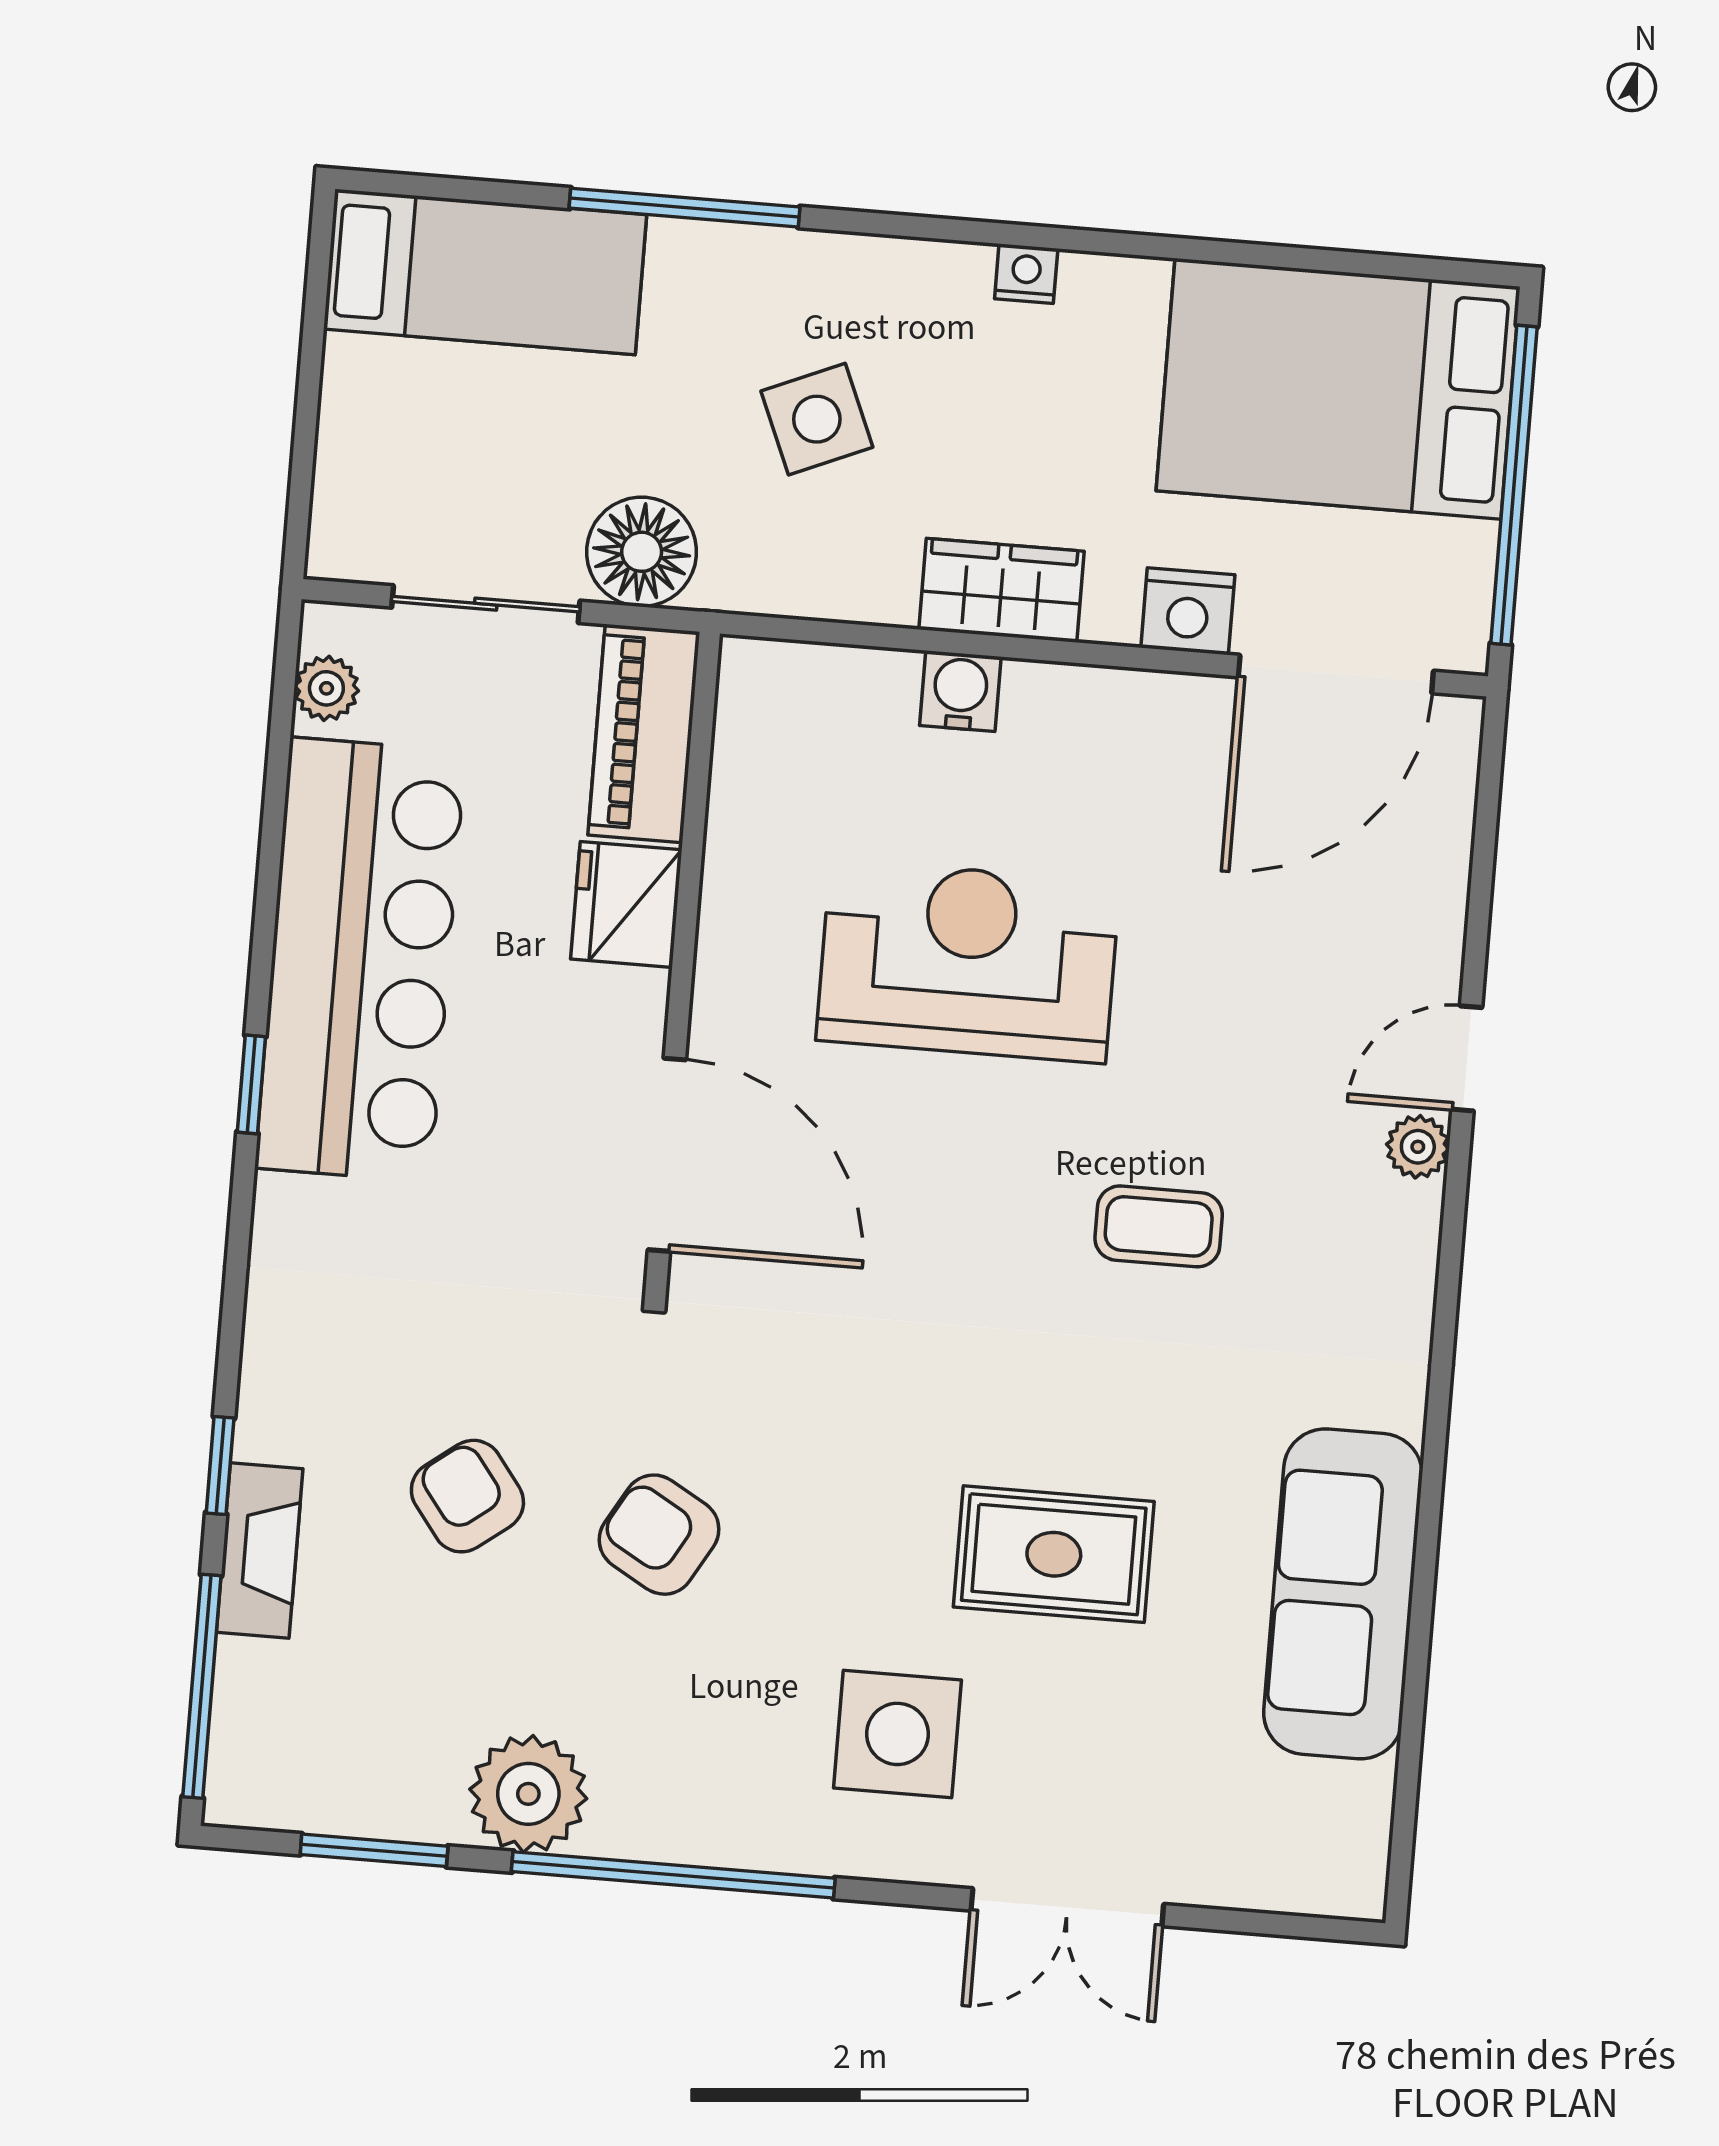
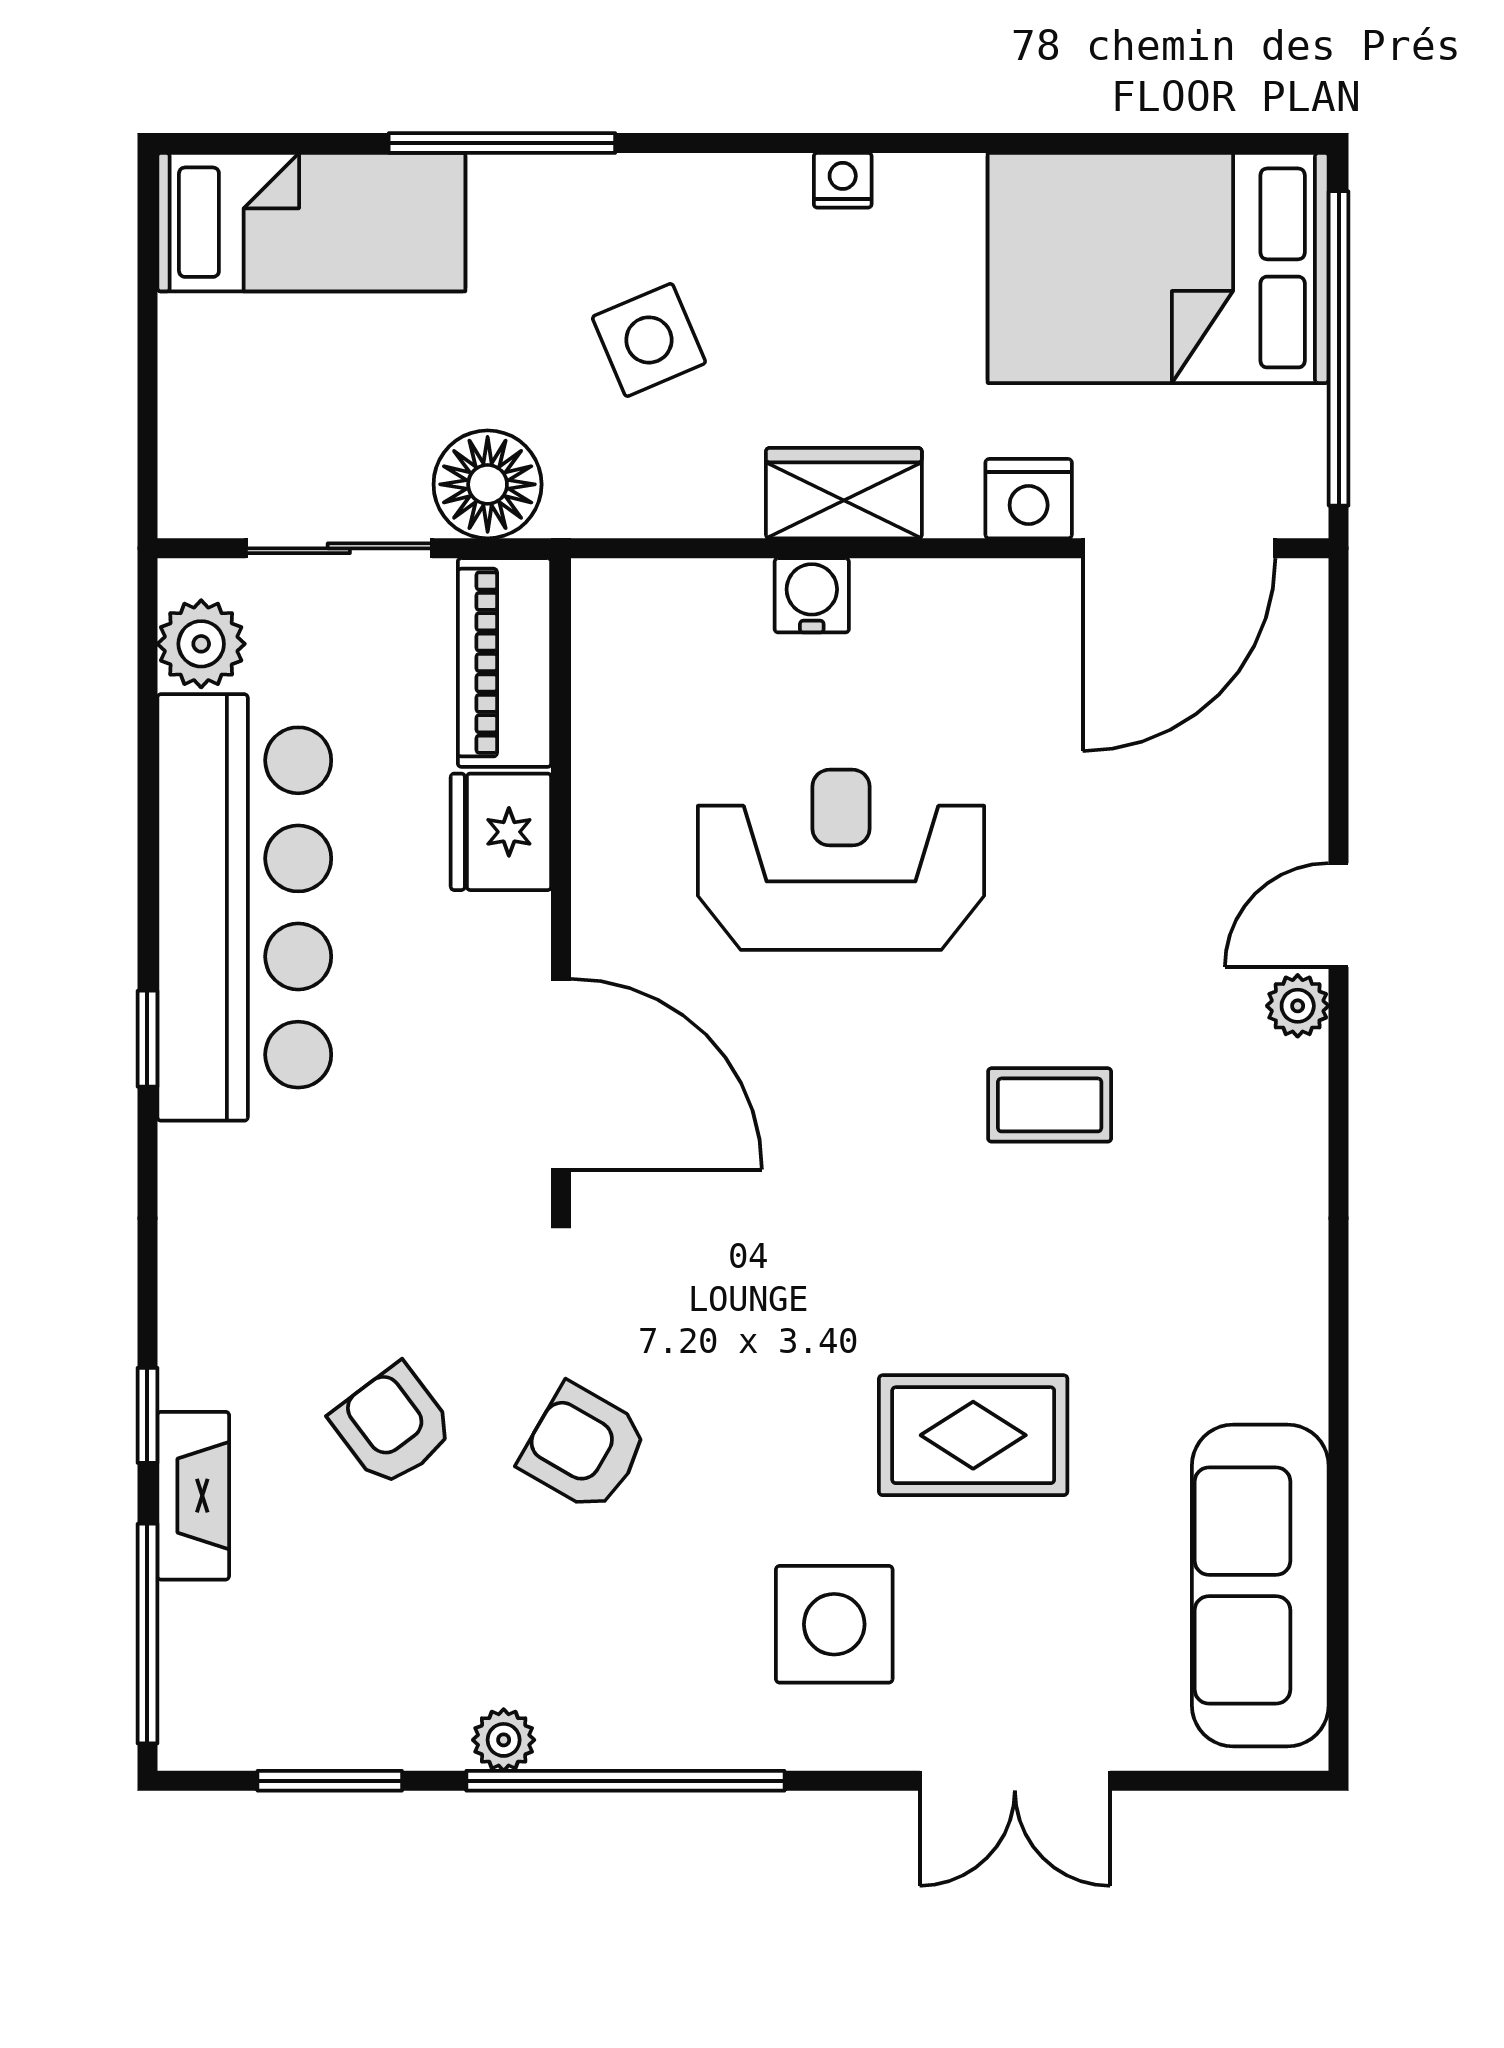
plant: (326, 688) -> (201, 644), width x1.38, depth x1.38
sofa: (1343, 1594) -> (1260, 1585), moved
plant: (528, 1794) -> (504, 1740), width x0.53, depth x0.53

